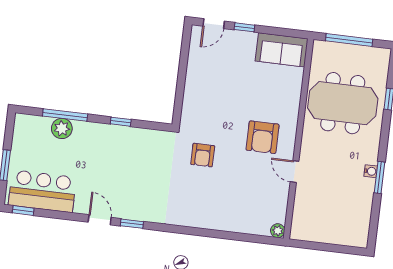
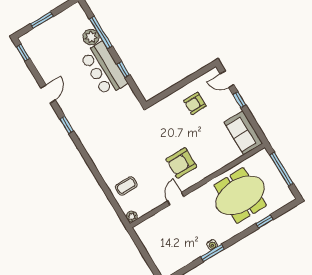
meeting table: (343, 103) -> (240, 195), turned 90
armchair: (203, 155) -> (195, 103), moved
bar counter: (42, 191) -> (104, 69), moved, turned 180
coffee table: (242, 212) -> (126, 186), added
door: (100, 220) -> (48, 94), moved

